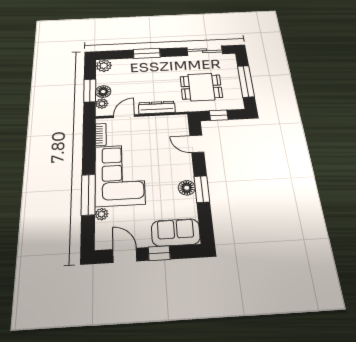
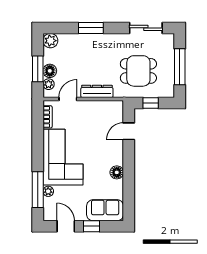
door: (197, 144) -> (129, 131), hinge flipped
window: (202, 189) -> (129, 174), removed
window: (88, 195) -> (38, 190), moved

